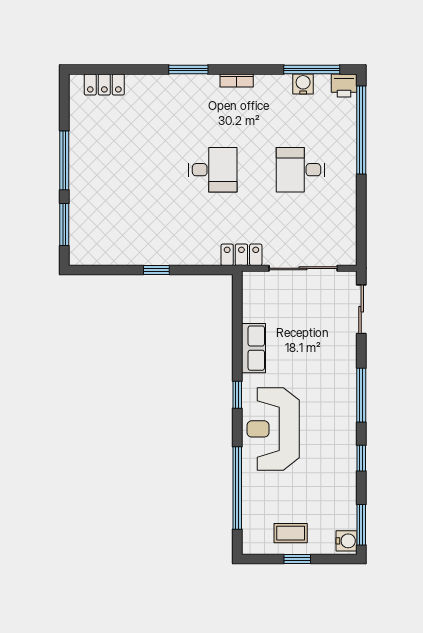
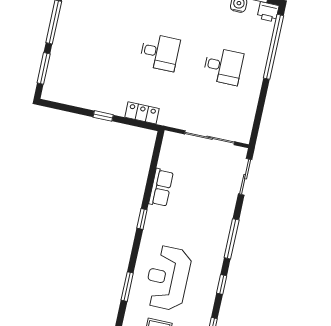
desk: (300, 170) -> (223, 66), turned 180
locker: (241, 255) -> (142, 113), moved
reception desk: (273, 429) -> (168, 278), moved
window: (237, 488) -> (127, 287), width x0.47

